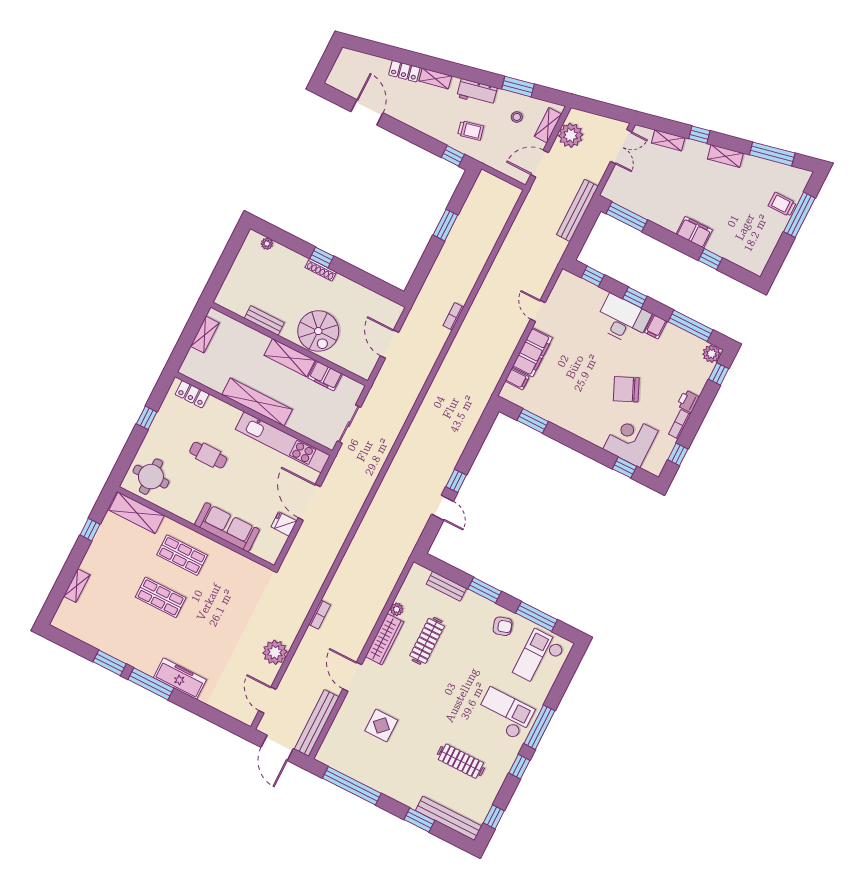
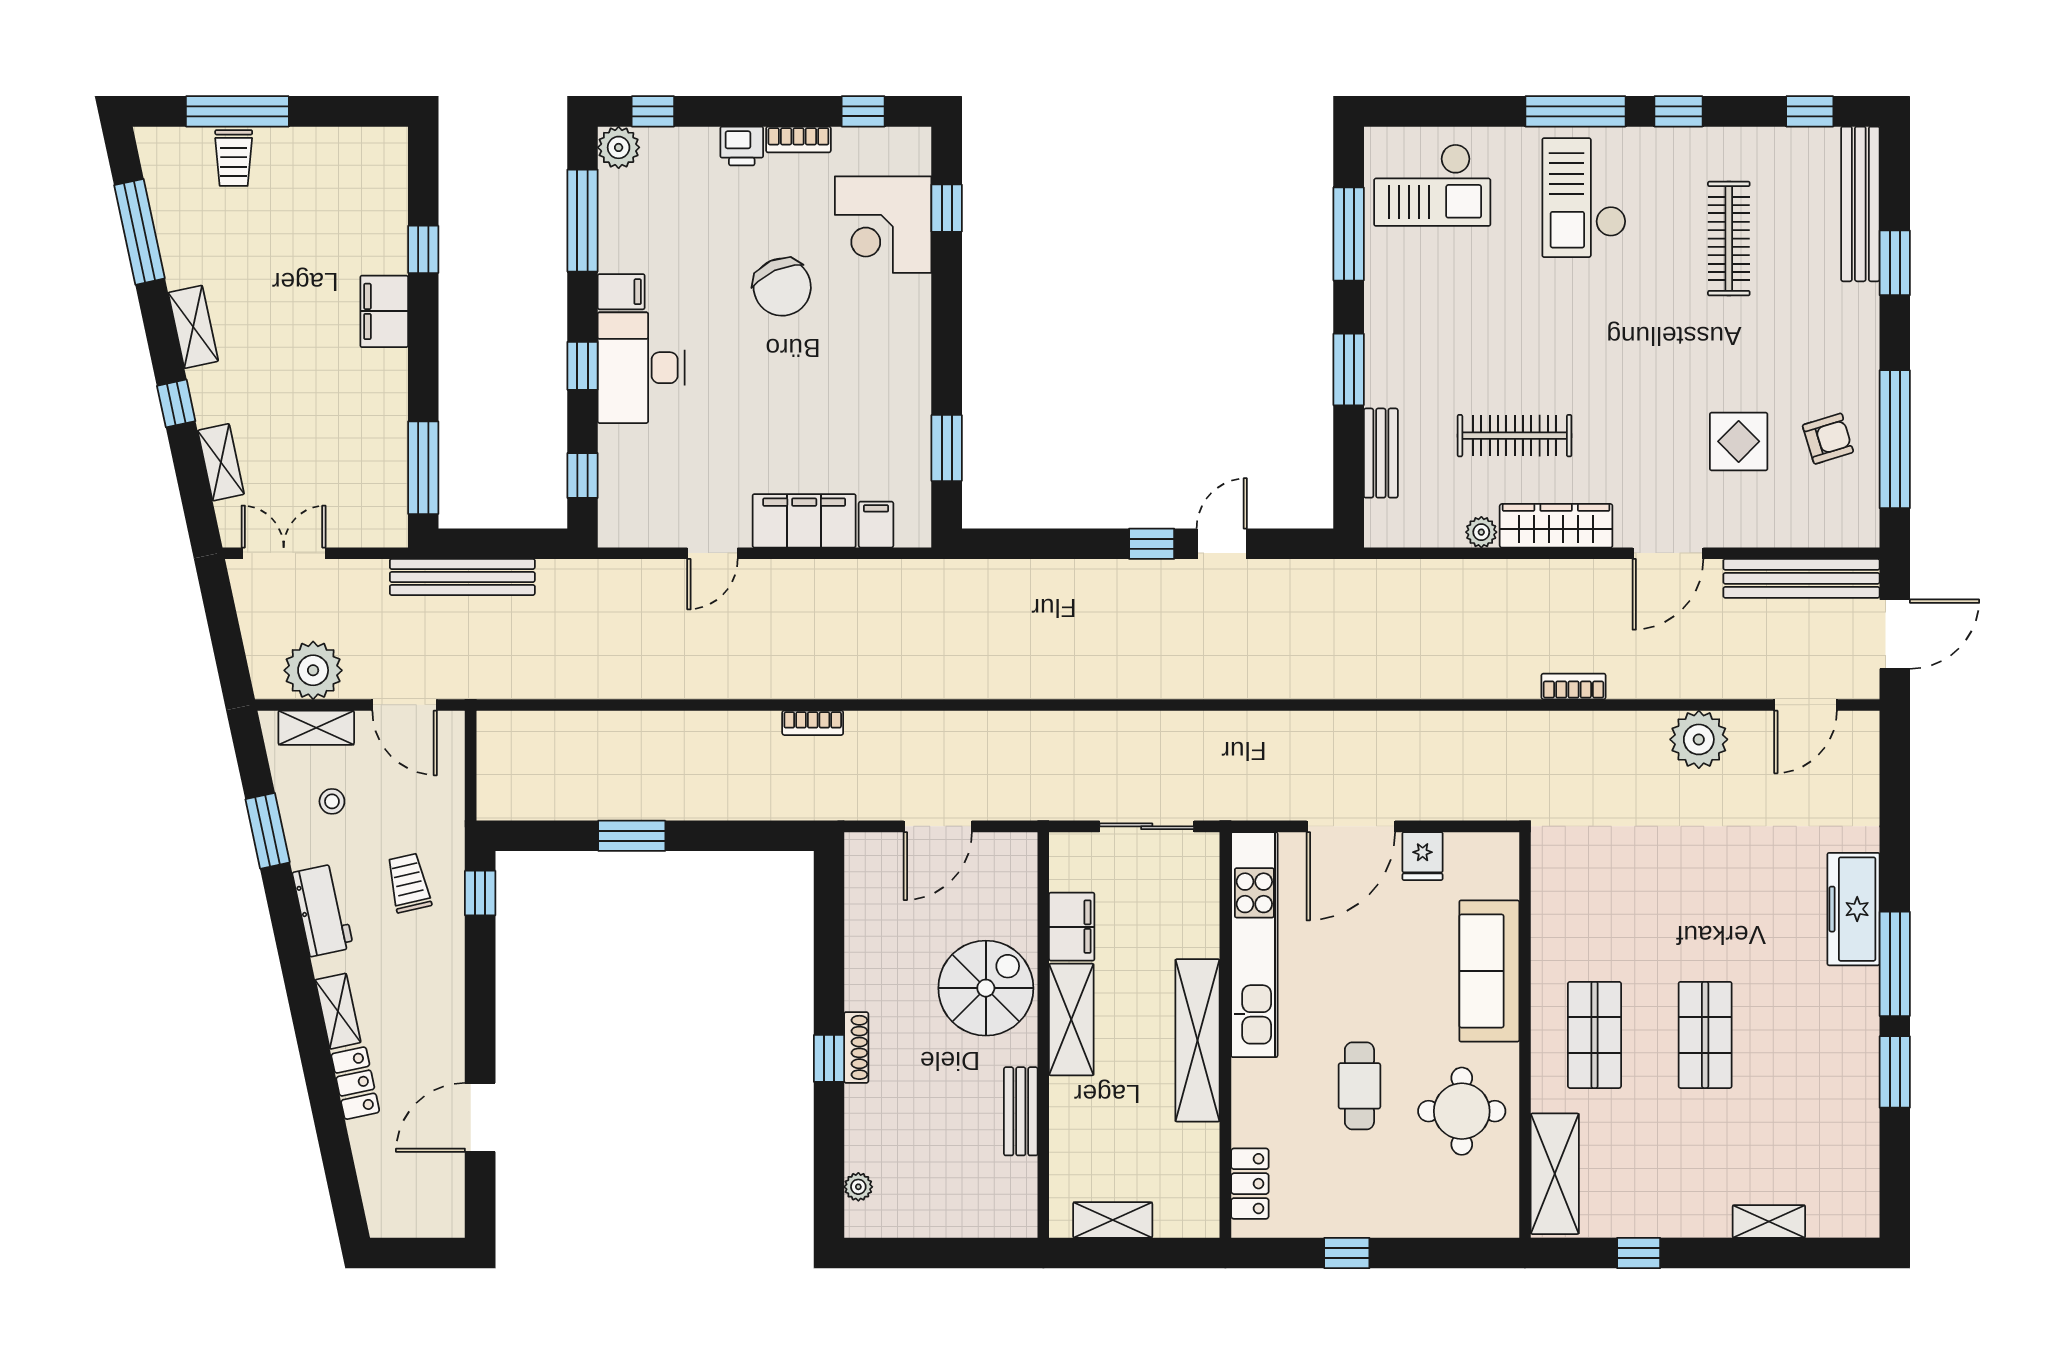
round table: (151, 477) -> (1462, 1111), moved
armchair: (503, 626) -> (1828, 439), moved, turned 91

